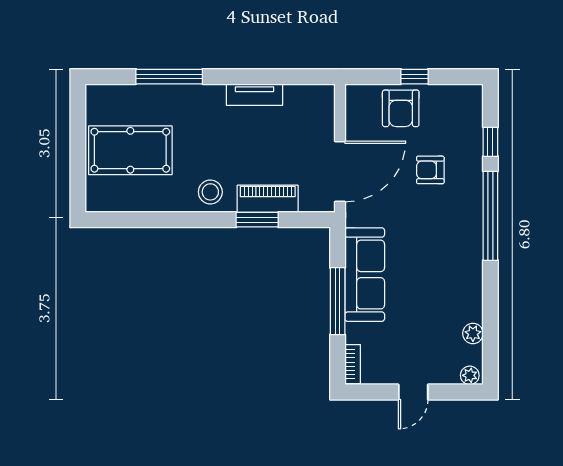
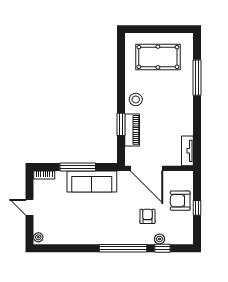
tv unit: (255, 95) -> (187, 151), moved
pool table: (130, 150) -> (158, 57), turned 90
plant: (473, 333) -> (160, 239), moved

